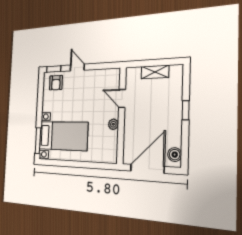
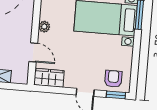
wardrobe: (107, 76) -> (49, 78), added

